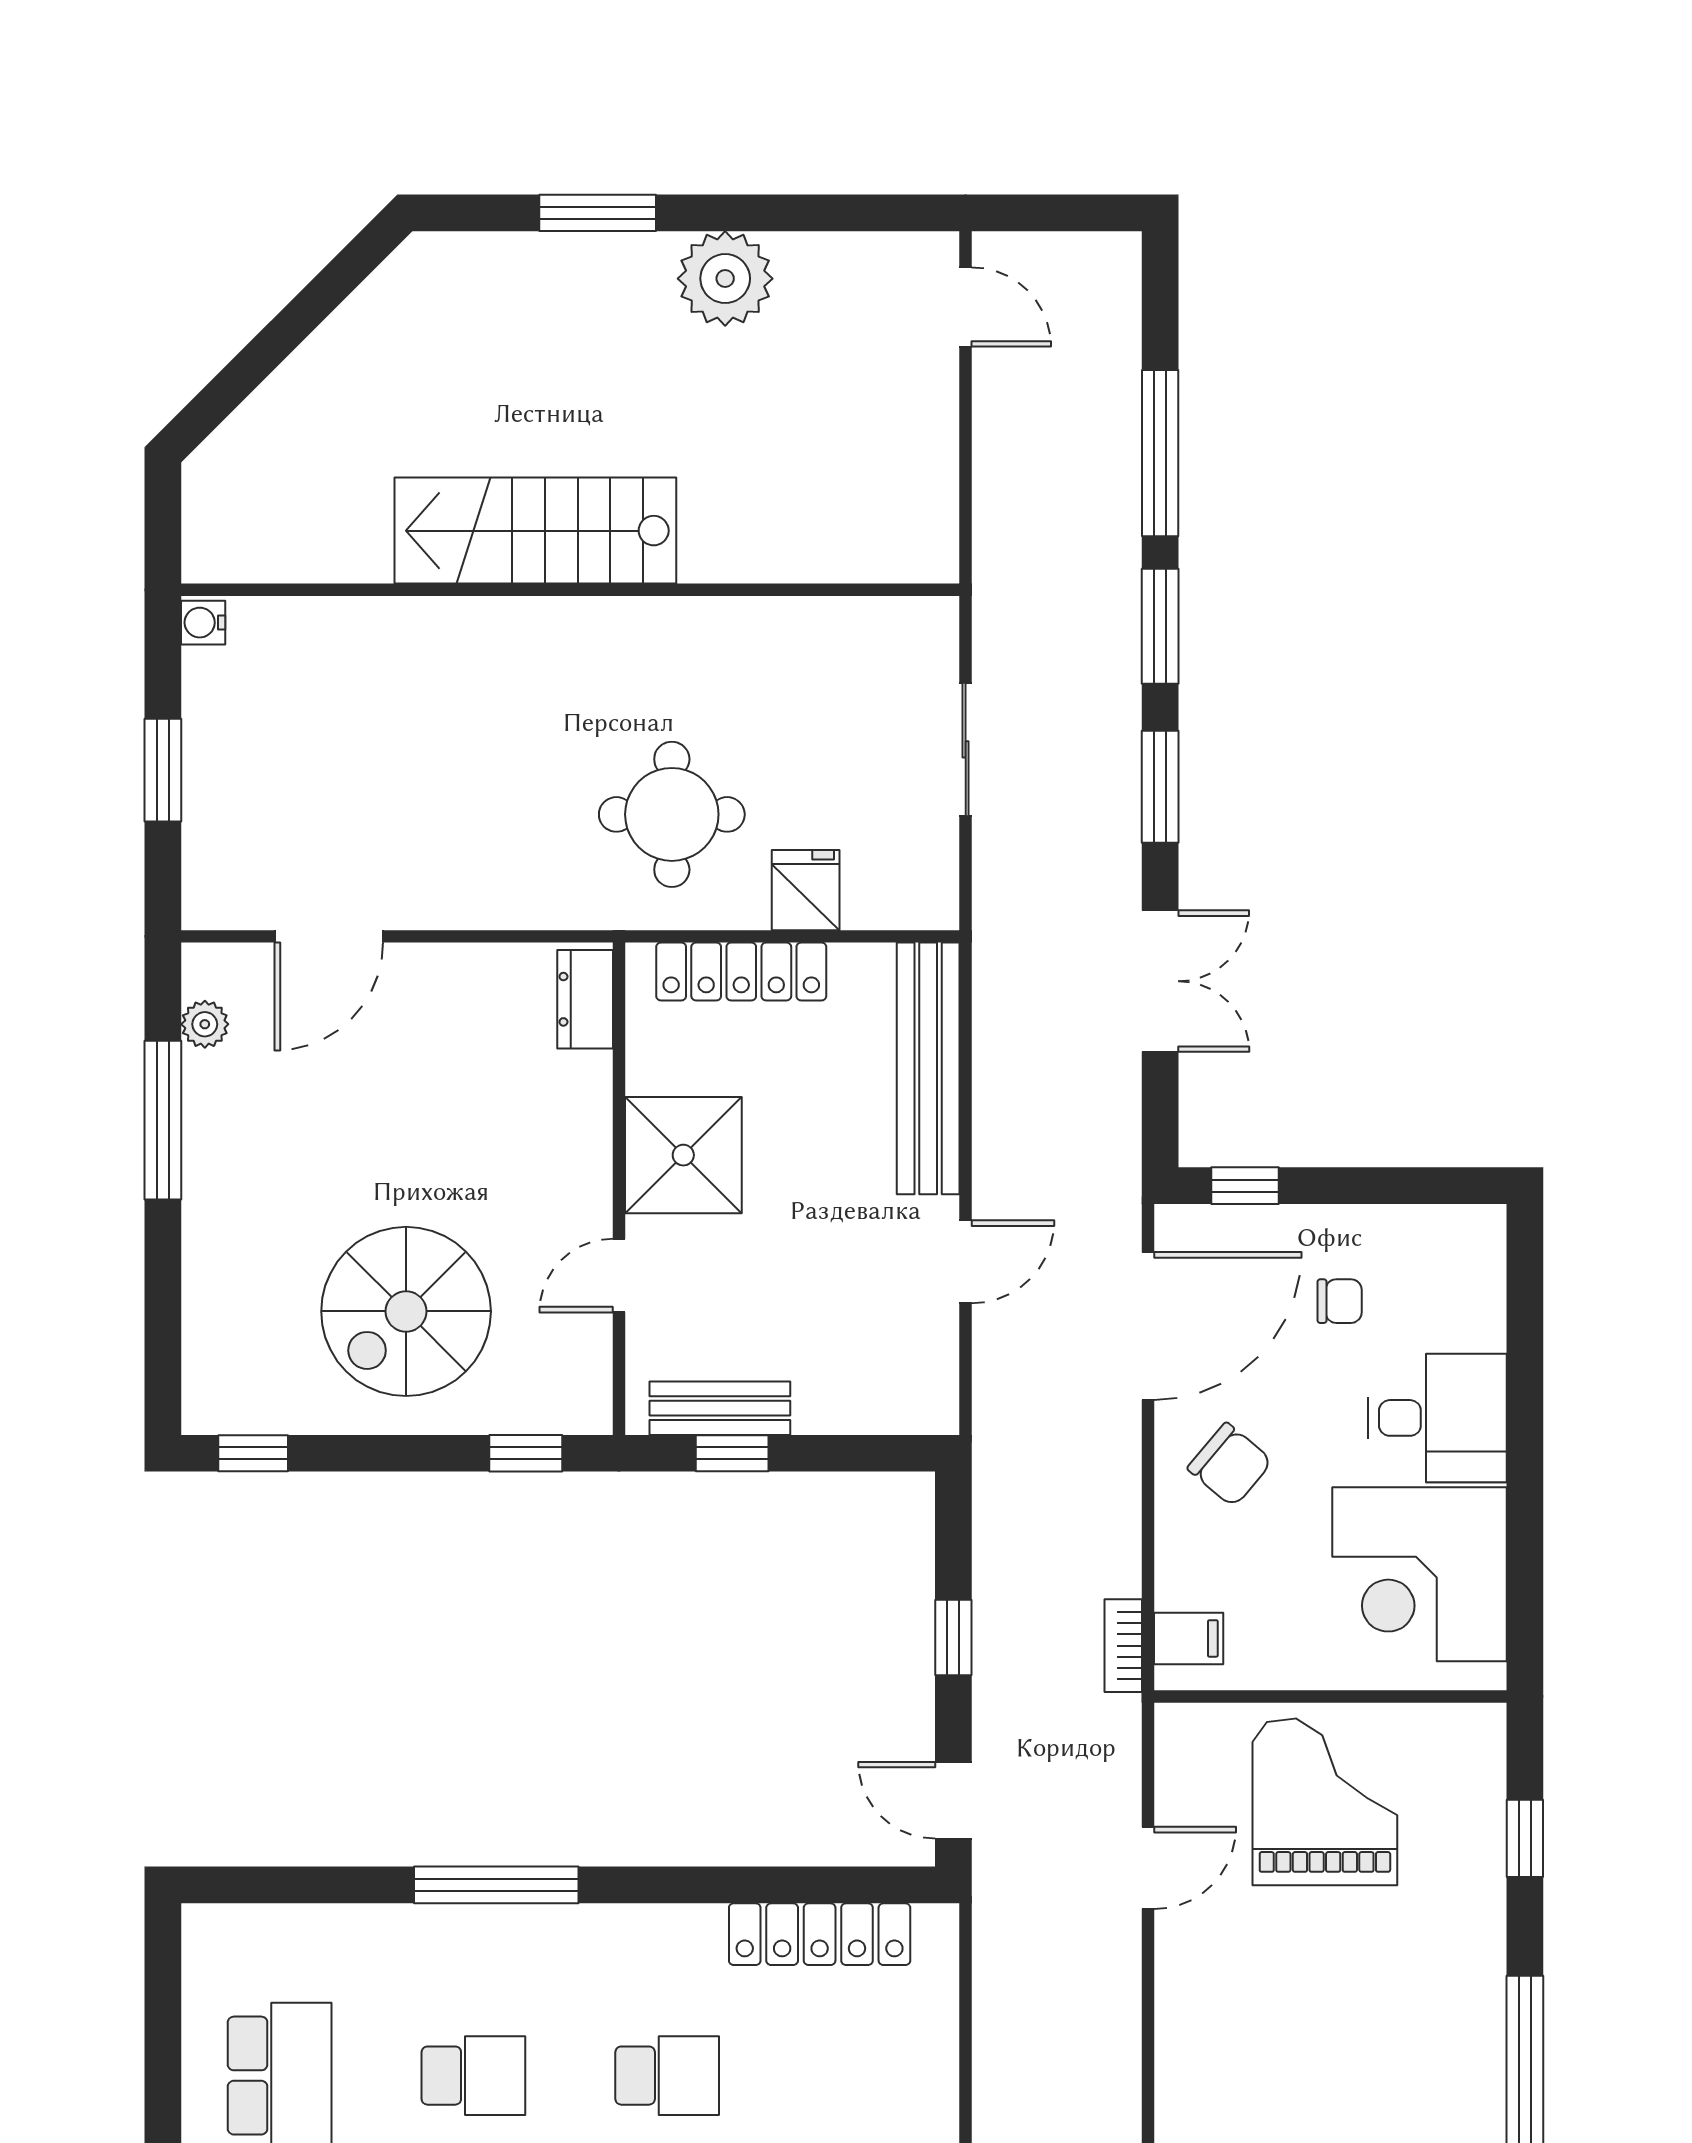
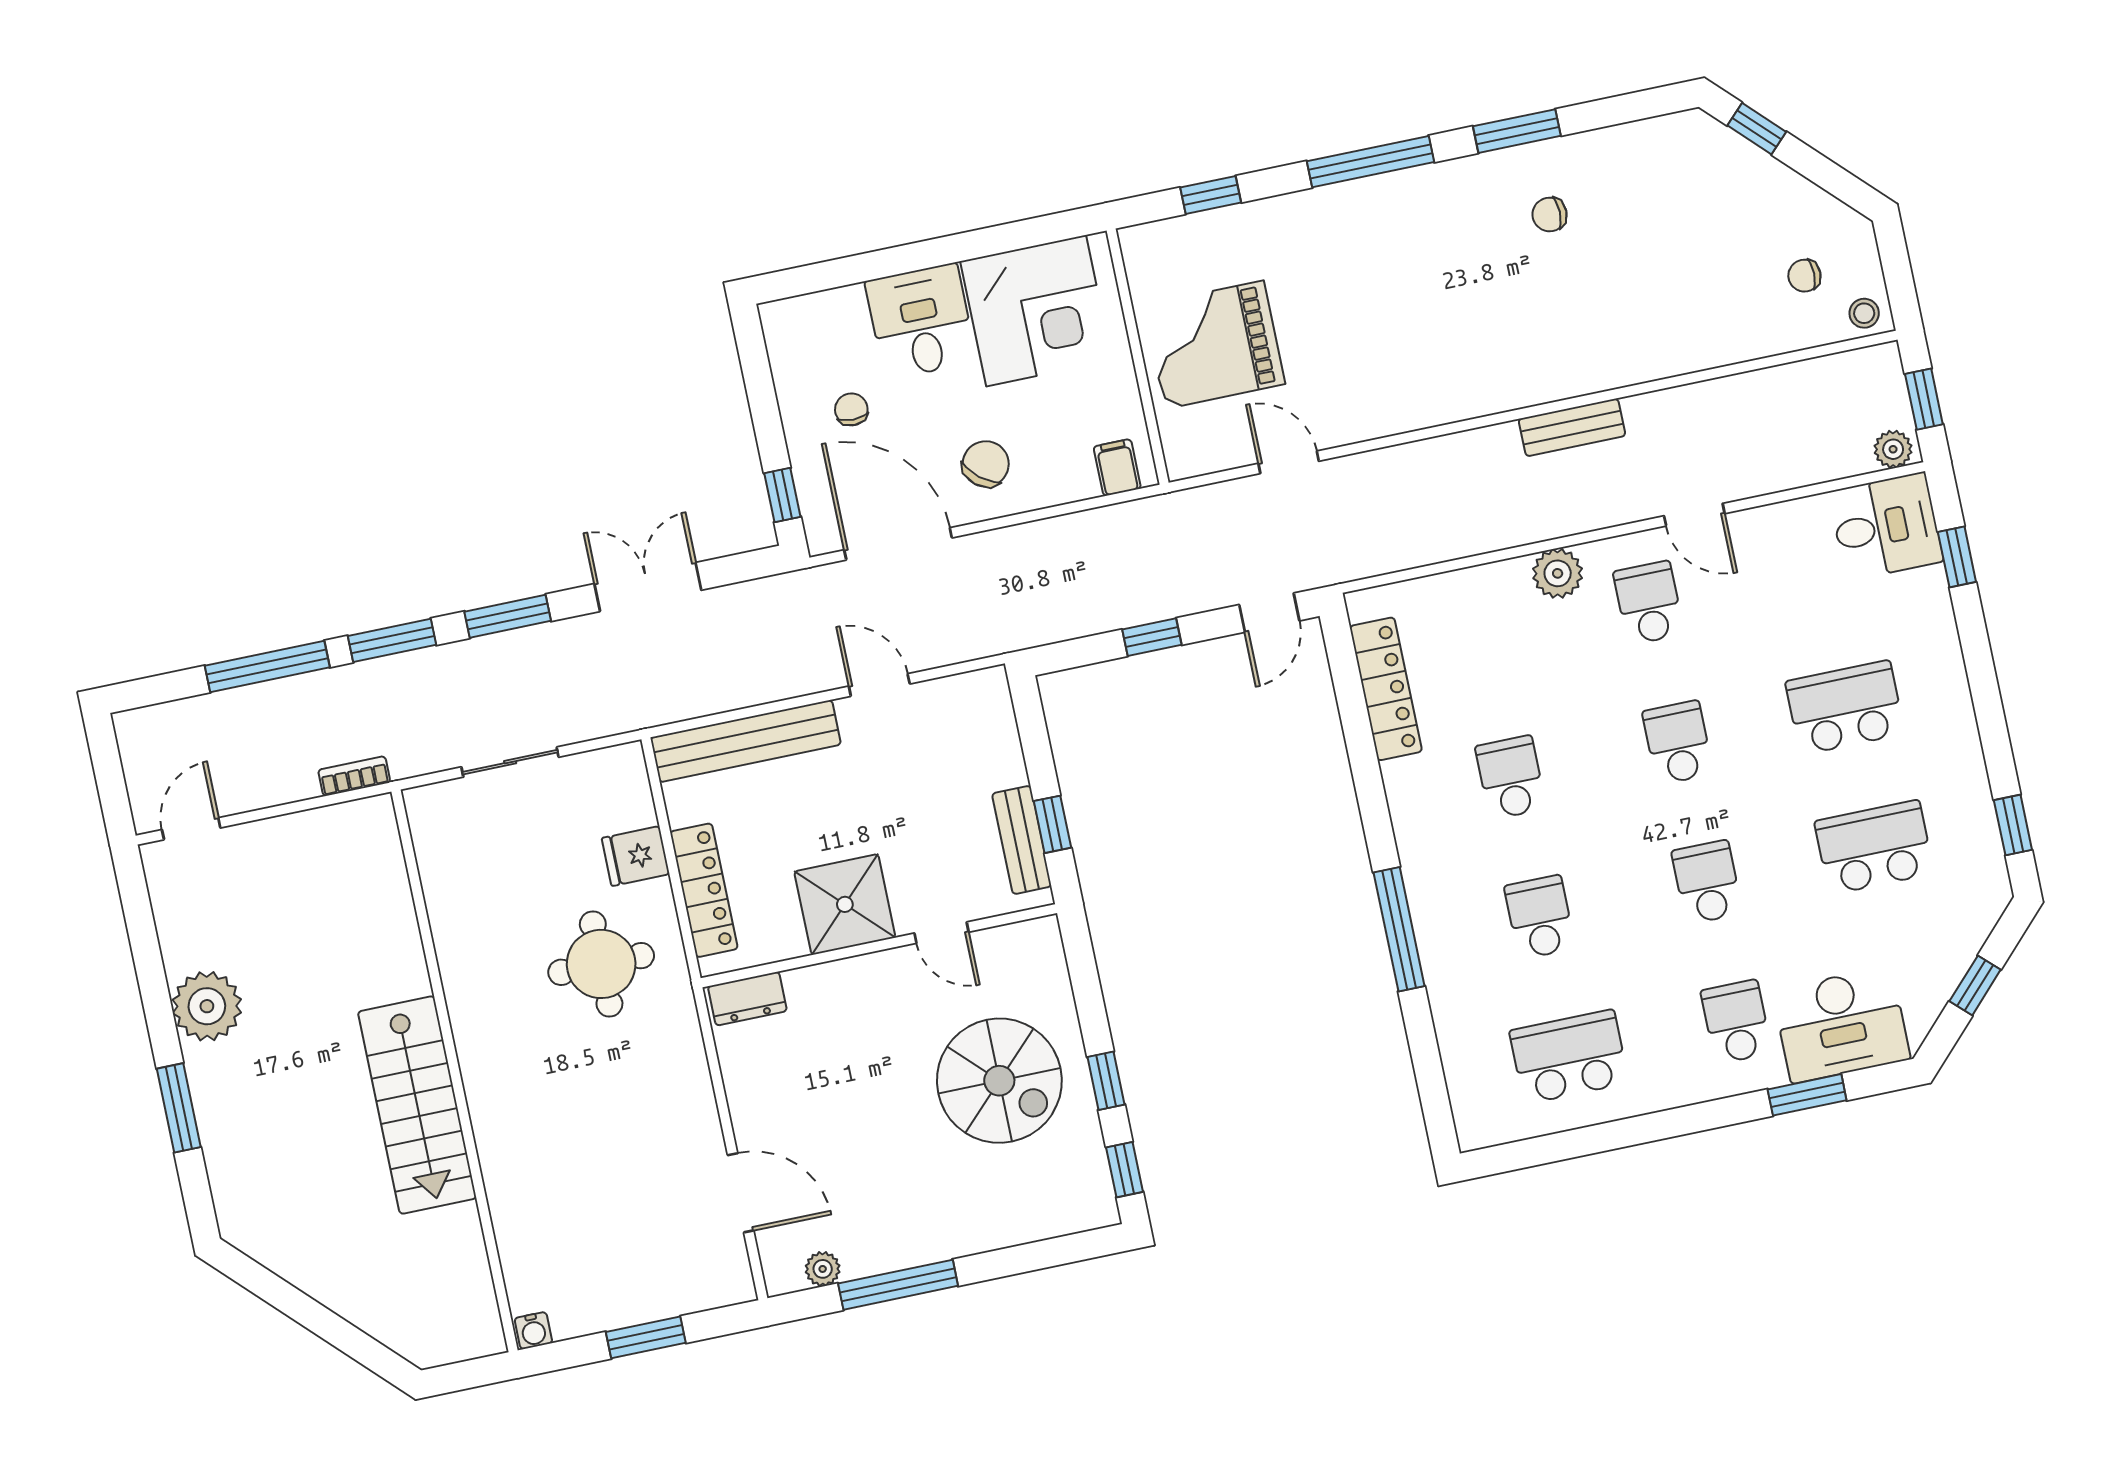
window: (526, 1453) -> (1106, 1081), moved
bookcase: (1123, 1646) -> (354, 776), moved, turned 180

